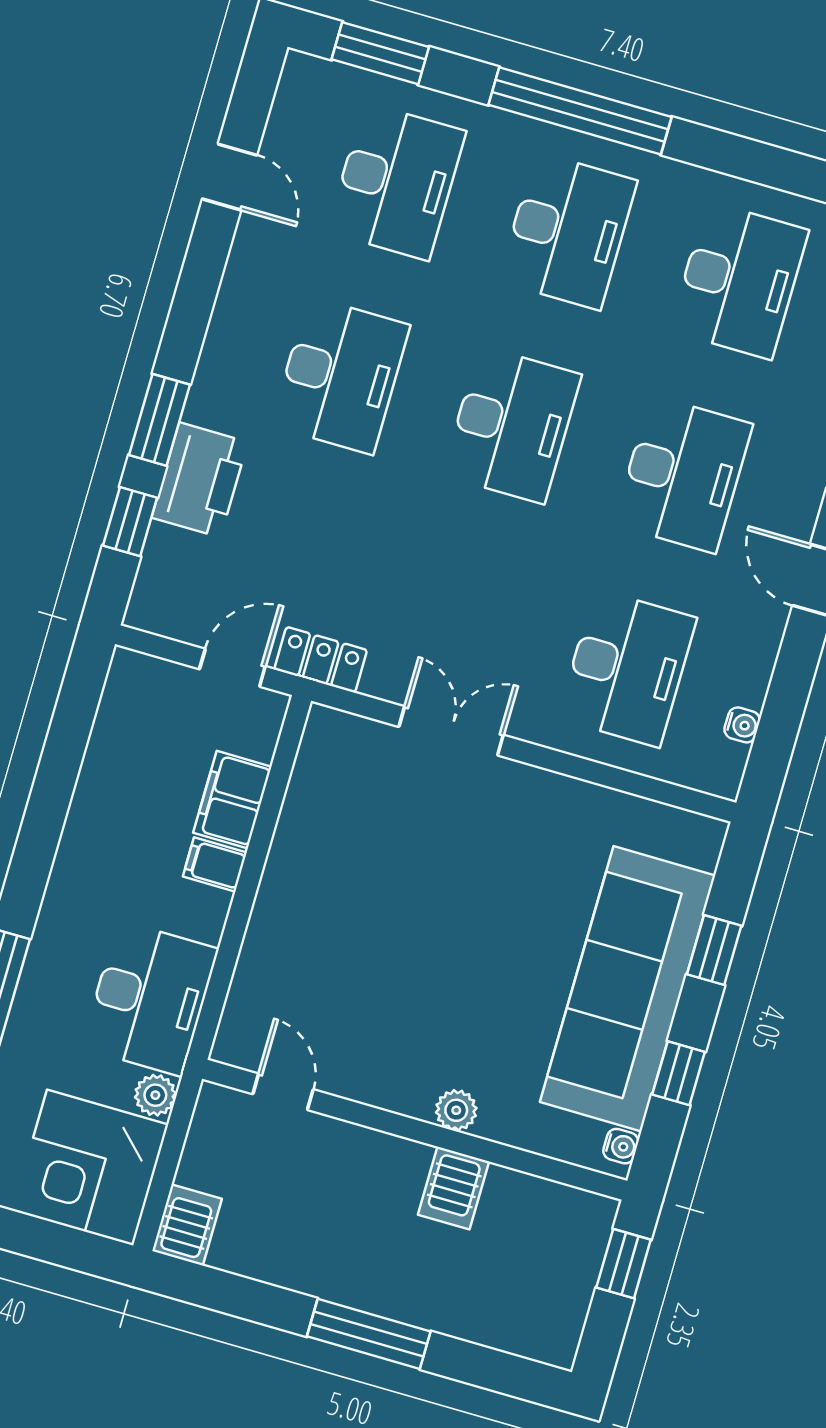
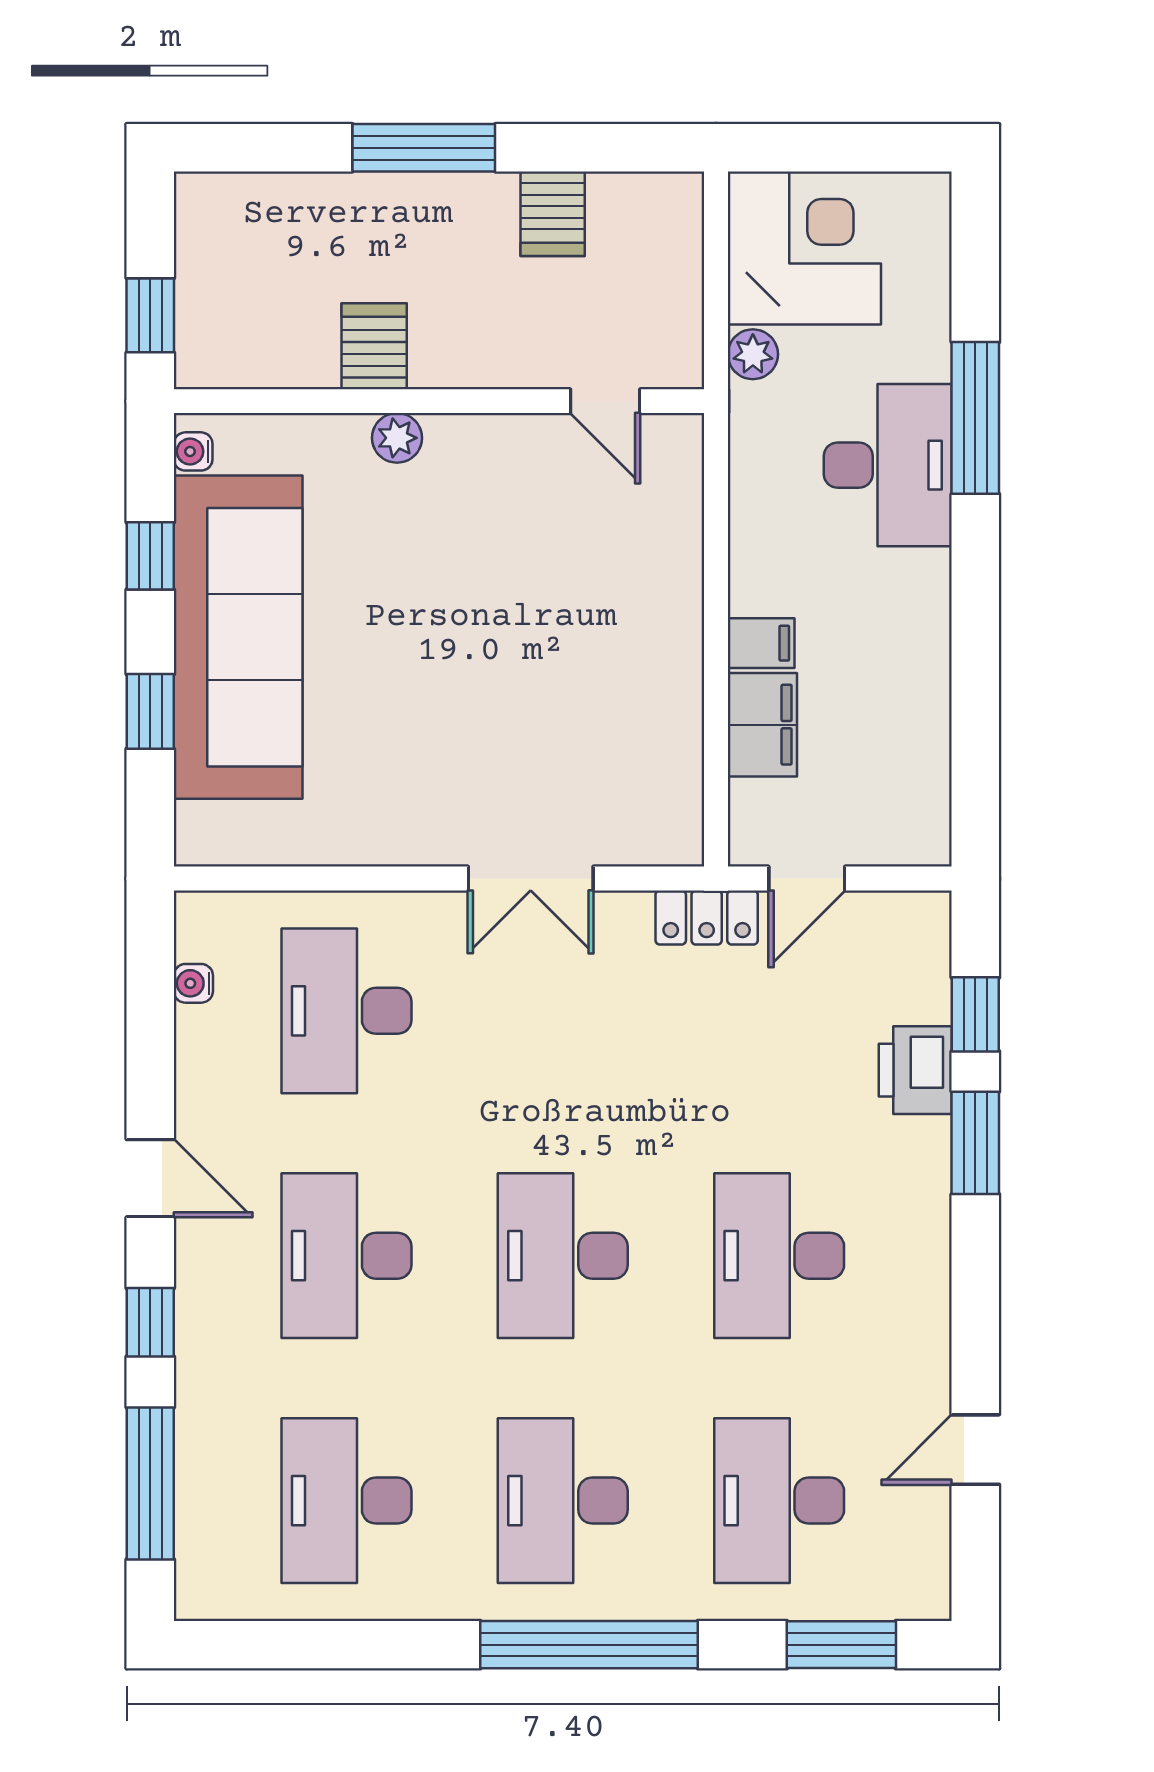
door: (230, 177) -> (975, 1450), hinge flipped
printer: (200, 480) -> (915, 1070), width x0.73, depth x0.84
desk: (150, 998) -> (888, 465), moved, turned 180
server rack: (187, 1225) -> (553, 214), moved

